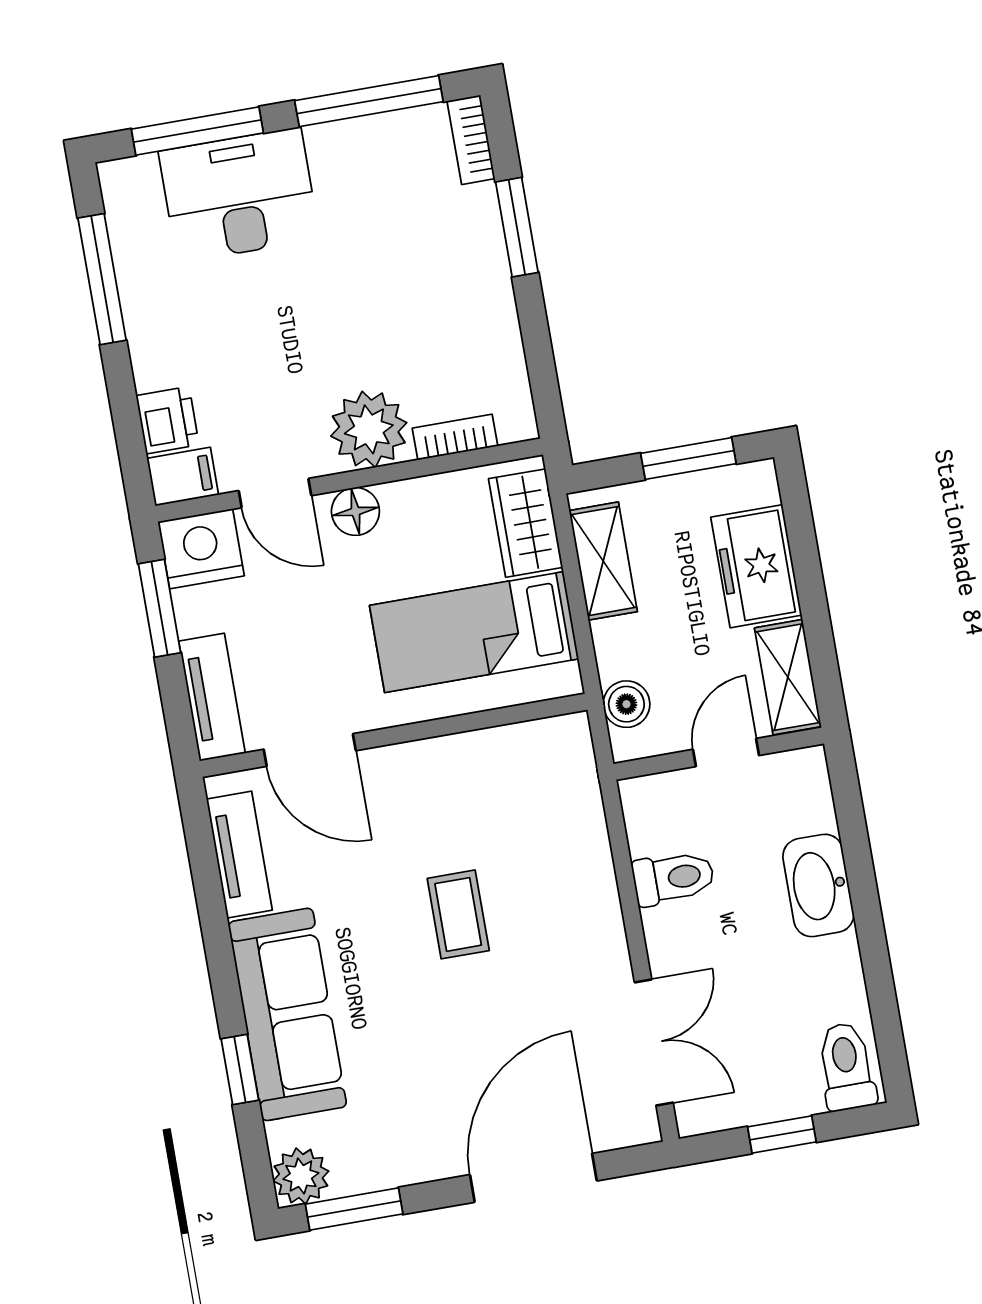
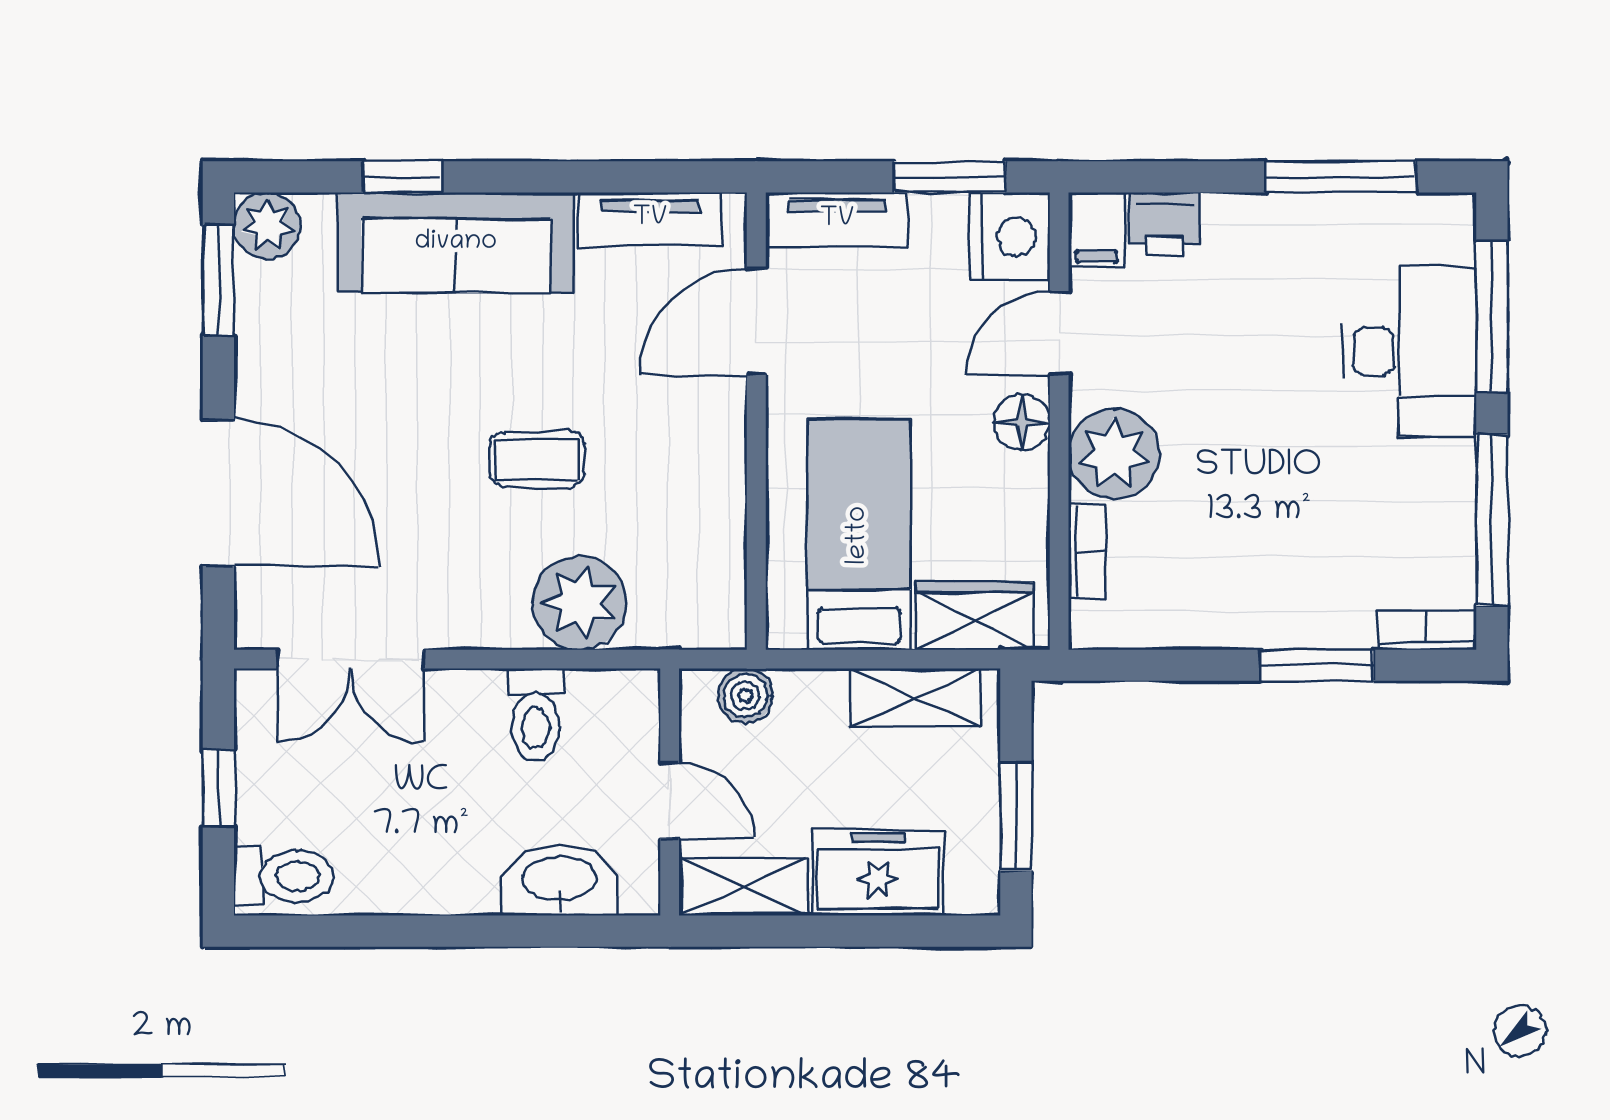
plant: (573, 857) -> (580, 603), added
washbasin: (818, 885) -> (559, 880), moved

